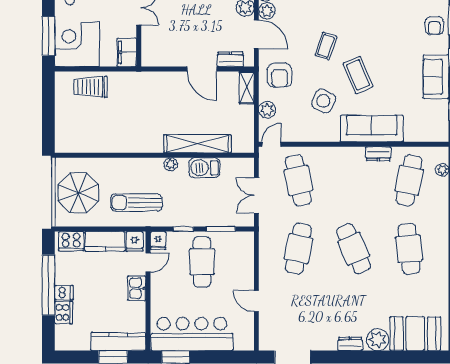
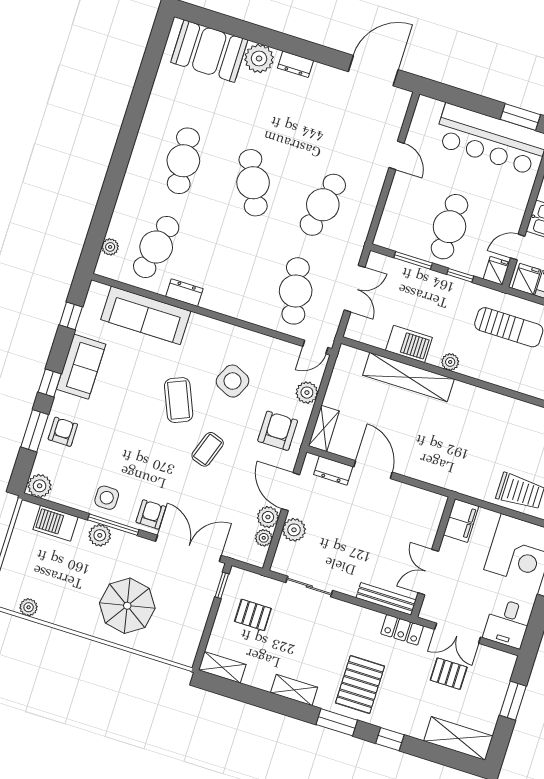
sofa: (372, 129) -> (146, 315), moved

